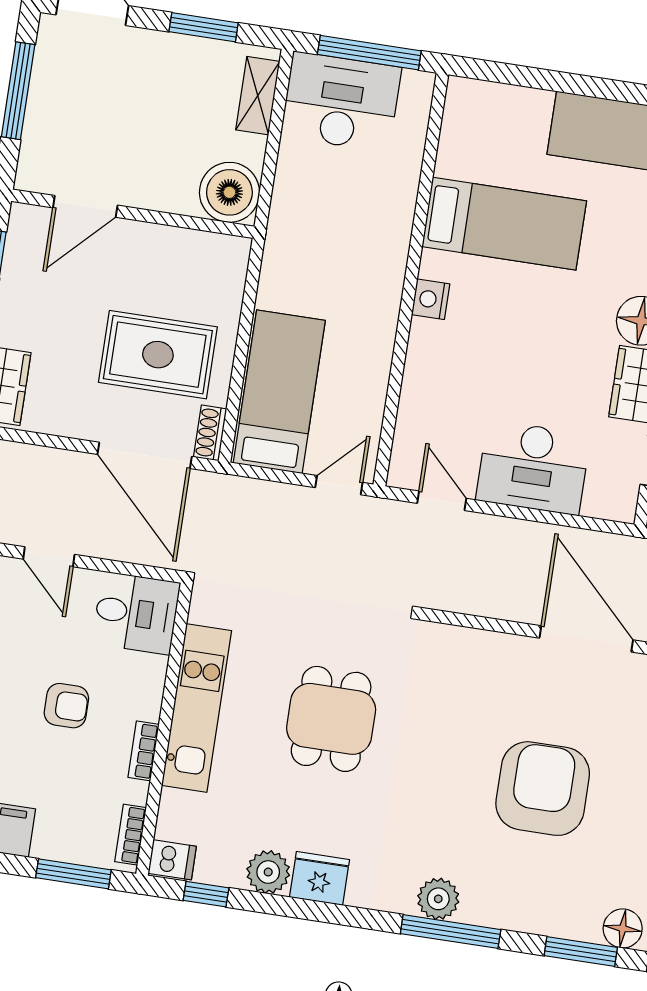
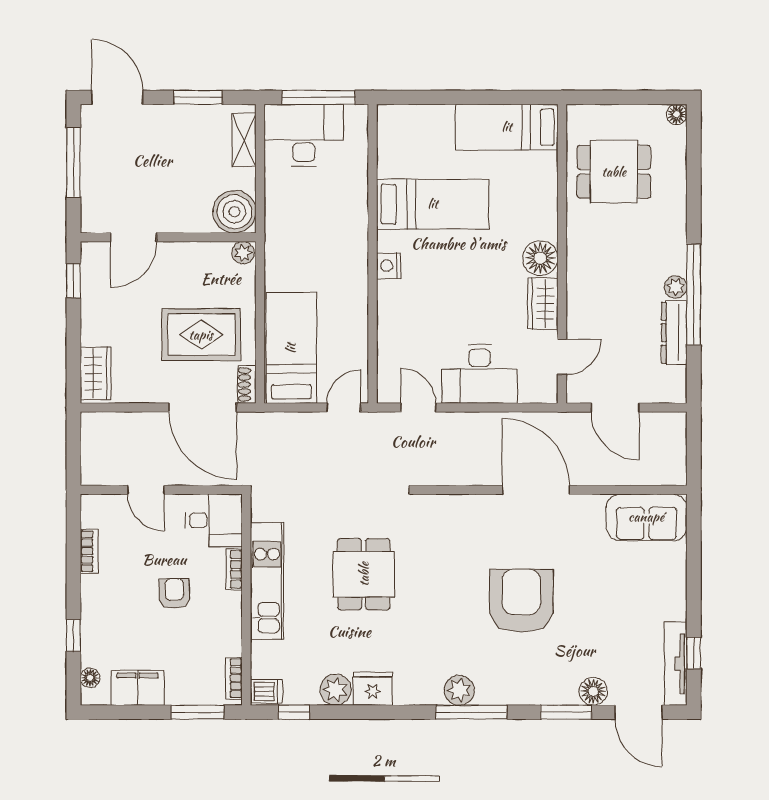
plant: (233, 251) -> (243, 253), added
armchair: (66, 706) -> (174, 594), turned -92
bookcase: (143, 751) -> (234, 569), moved

